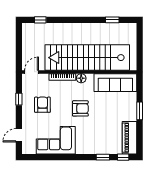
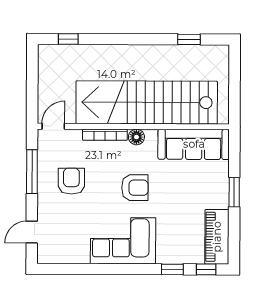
window: (19, 99) -> (32, 172), width x2.17
corner sofa: (56, 140) -> (123, 241), moved

